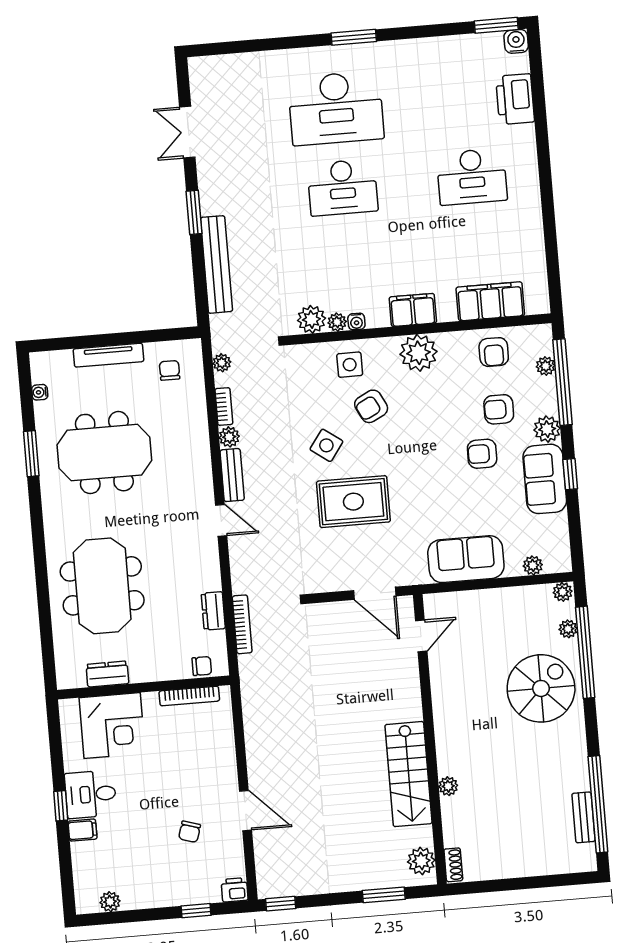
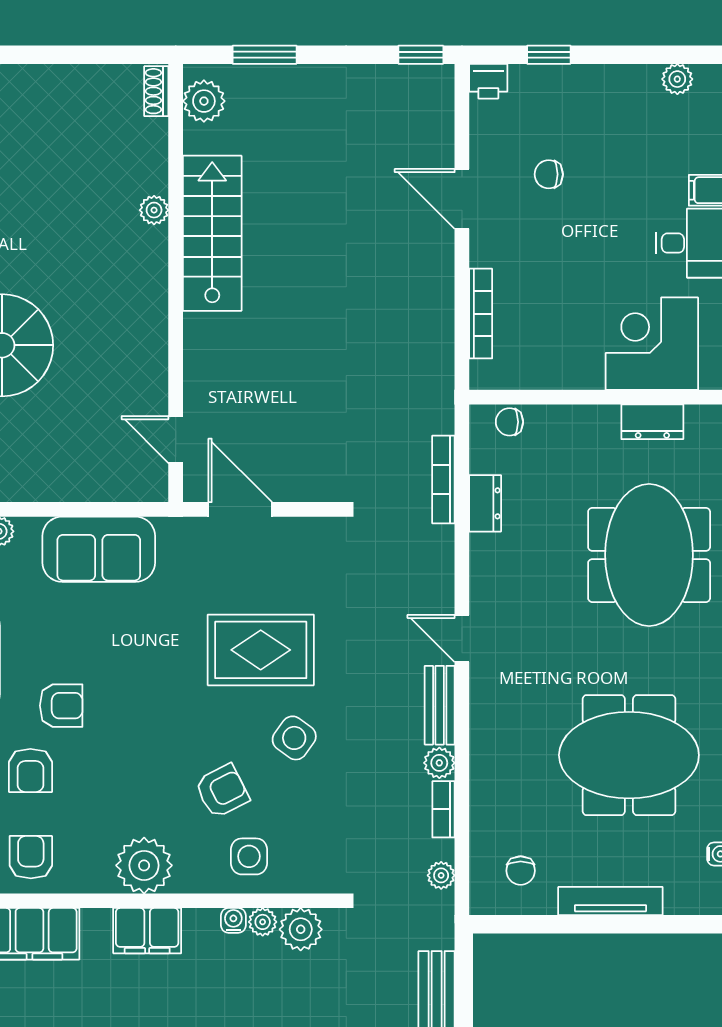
armchair: (499, 409) -> (30, 770), turned 90
door: (421, 636) -> (176, 440), hinge flipped
bookcase: (189, 696) -> (481, 314), moved, turned 90
chair: (190, 832) -> (549, 174), turned -107

